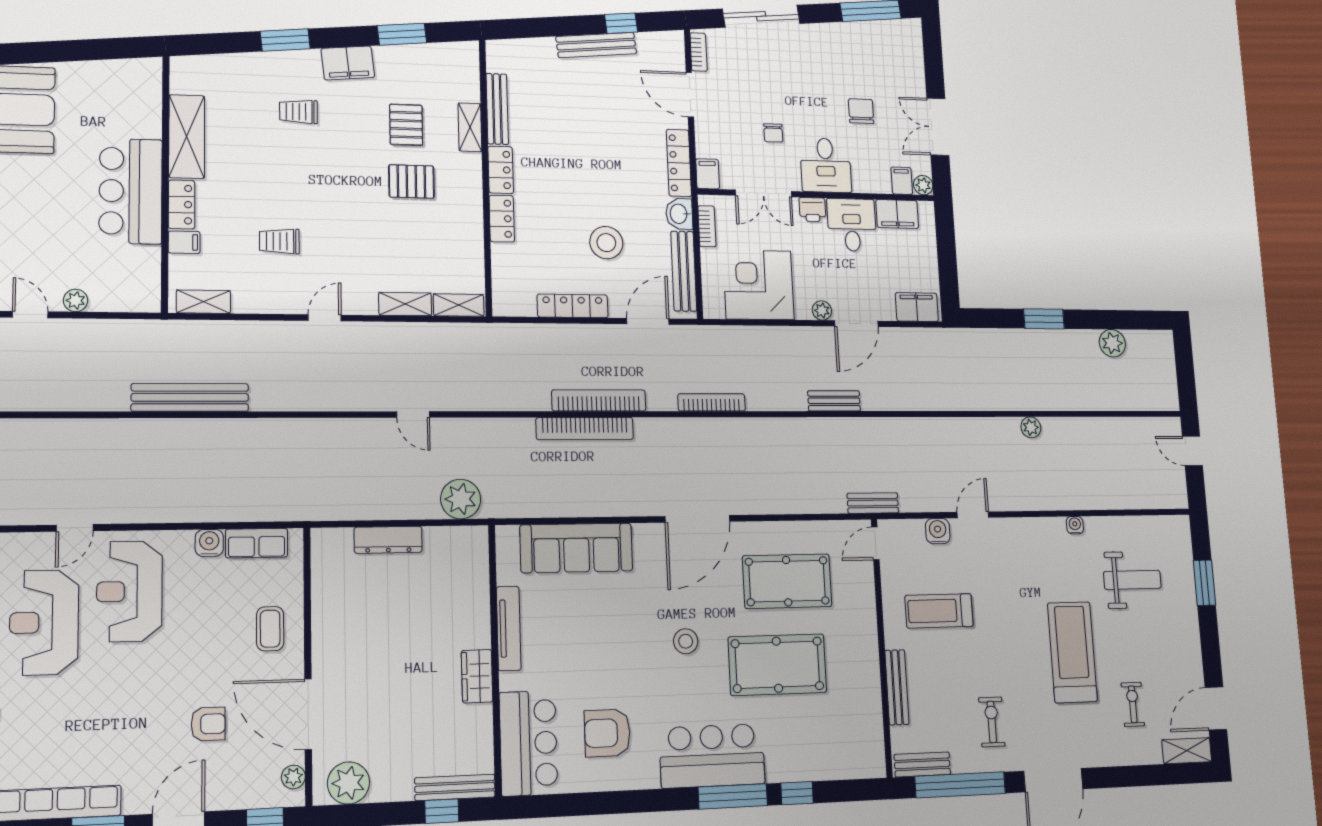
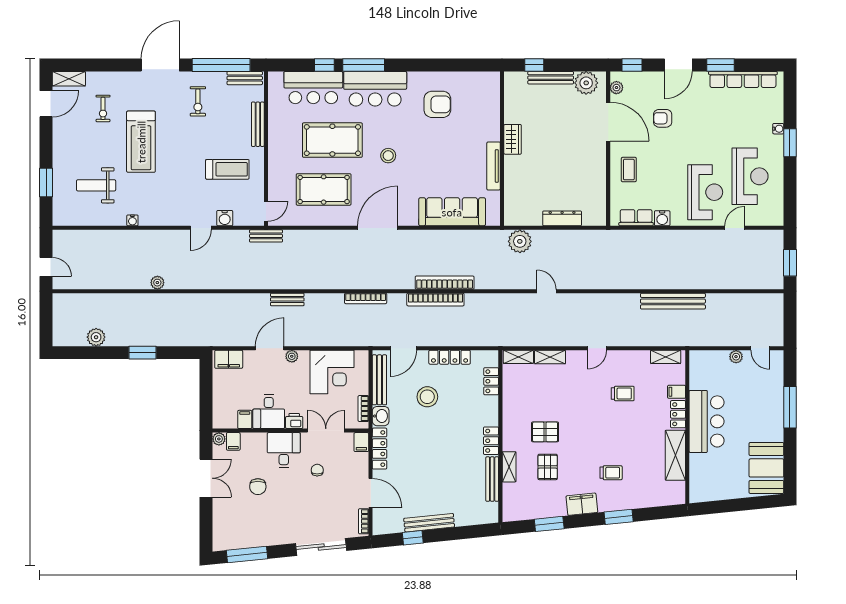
filing cabinet: (897, 214) -> (245, 419), width x0.50
locker: (502, 219) -> (491, 381), moved
bar counter: (528, 743) -> (313, 88), moved, turned -90
bench: (455, 787) -> (551, 78), moved

